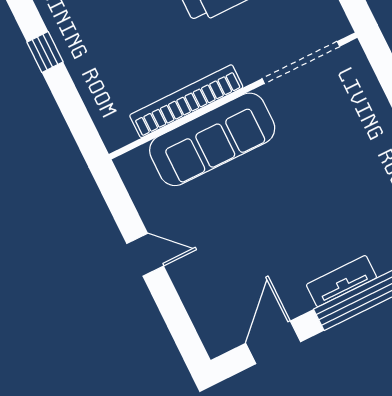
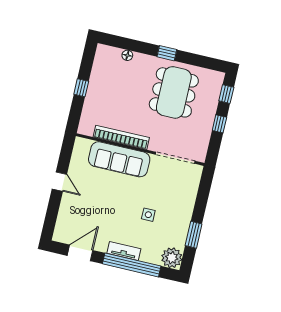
window: (45, 52) -> (81, 88), moved
side table: (333, 190) -> (148, 215), added

